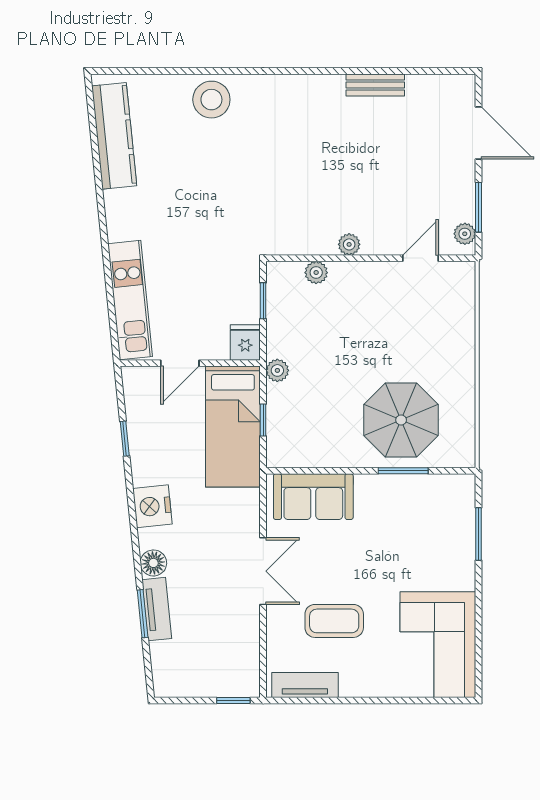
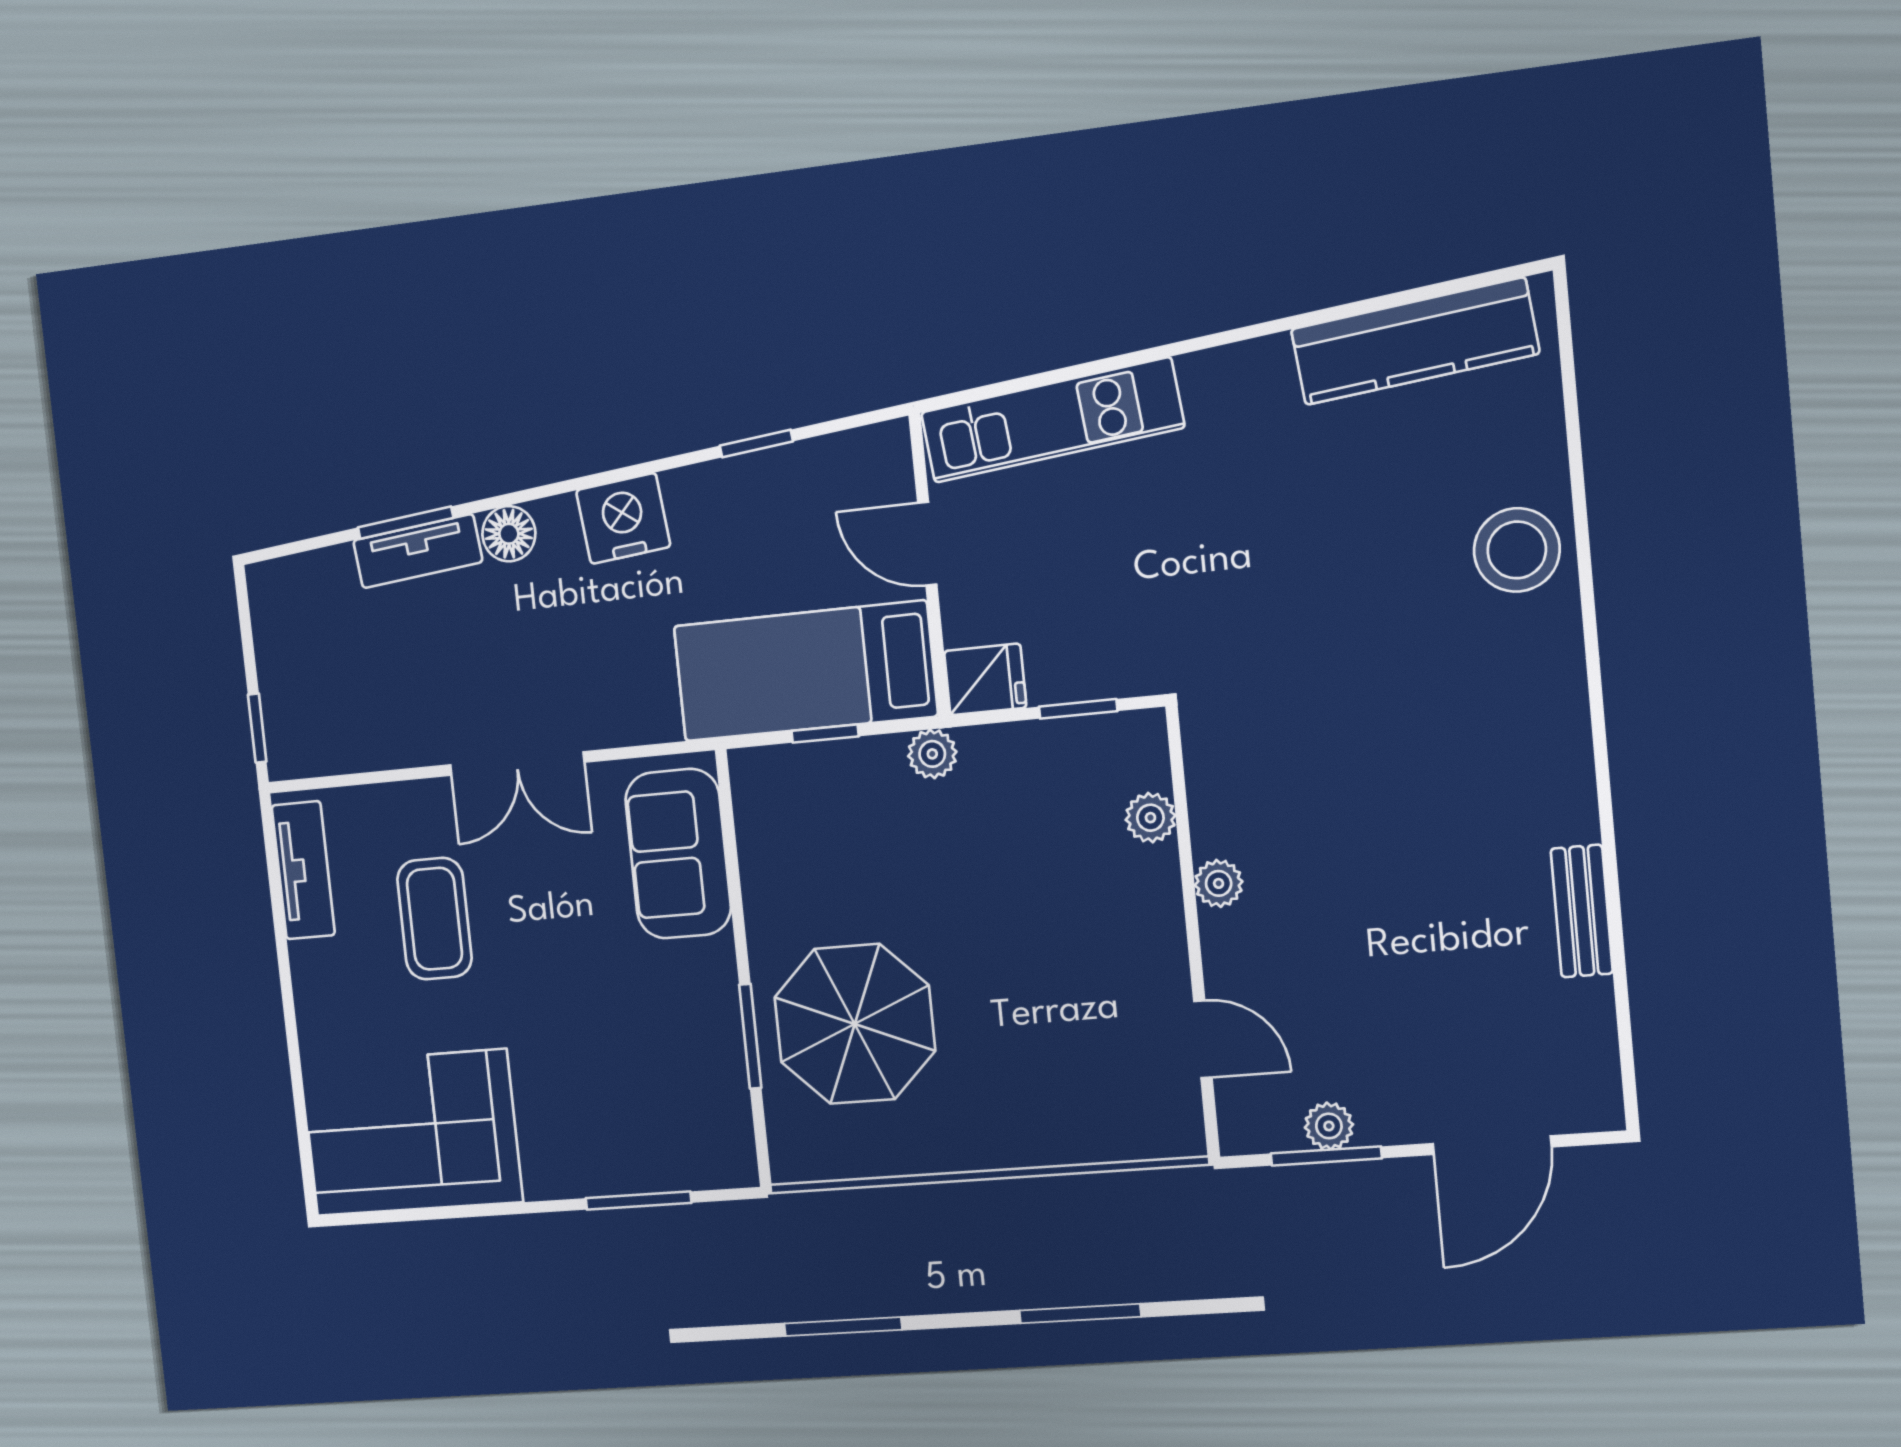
plant: (465, 234) -> (1329, 1126), moved

